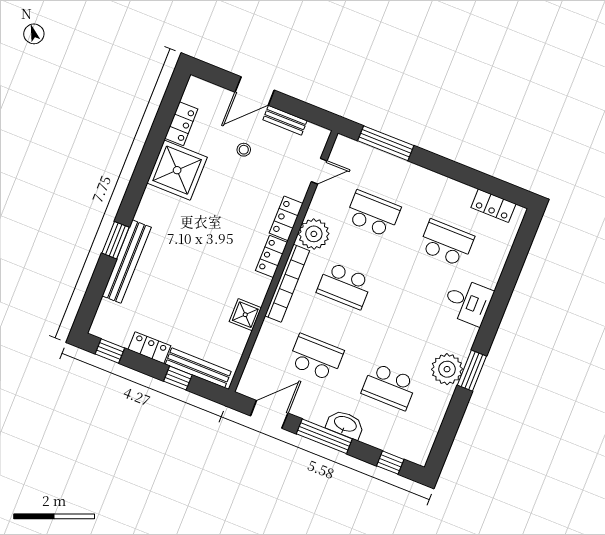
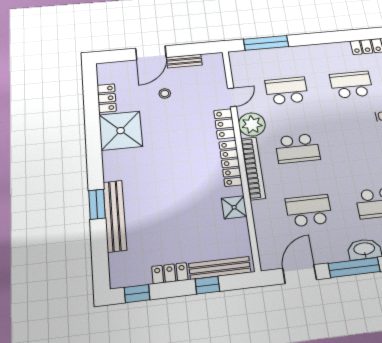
door: (319, 171) -> (232, 97), moved
locker: (272, 256) -> (230, 163), width x1.53

